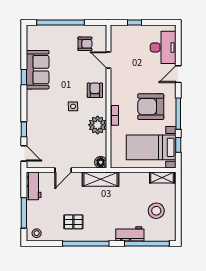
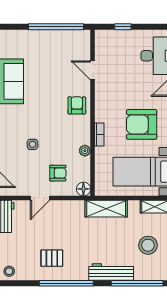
window: (61, 22) -> (56, 27), moved
armchair: (85, 44) -> (58, 173), moved
side table: (73, 106) -> (33, 144), moved
plant: (98, 125) -> (85, 151), width x0.53, depth x0.53
shelving: (101, 179) -> (106, 209), moved
workbench: (130, 234) -> (111, 272), width x1.38

